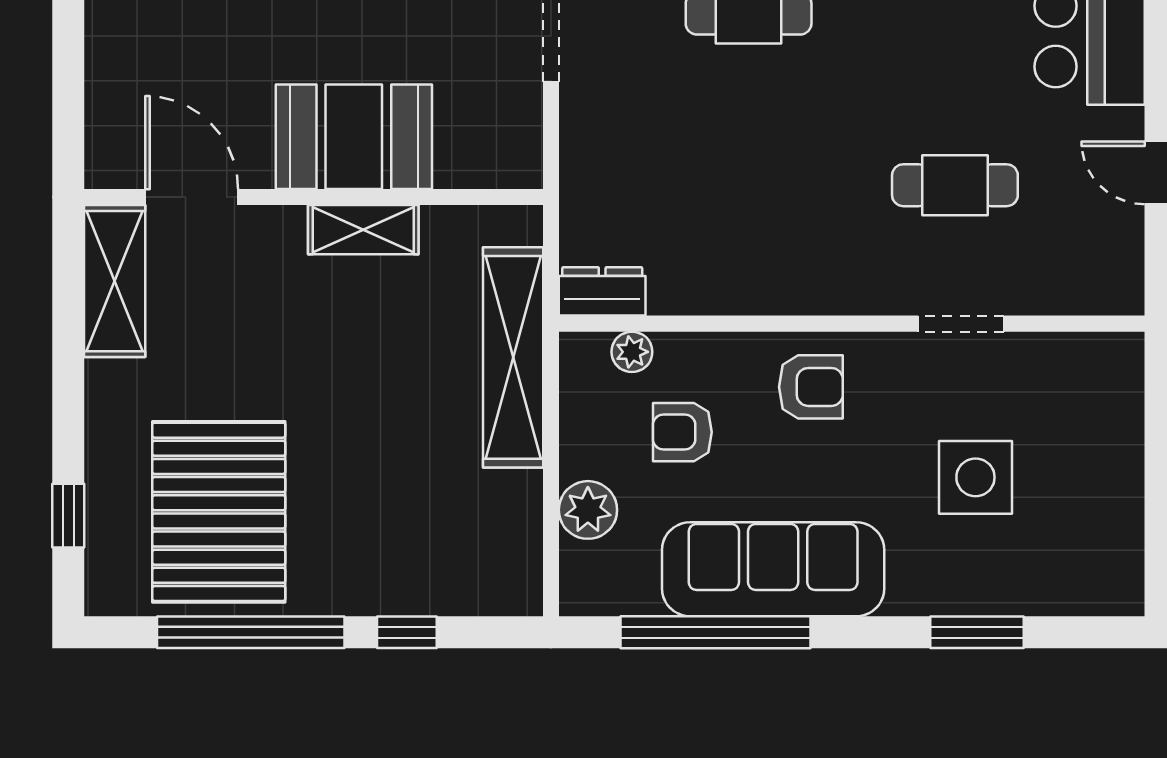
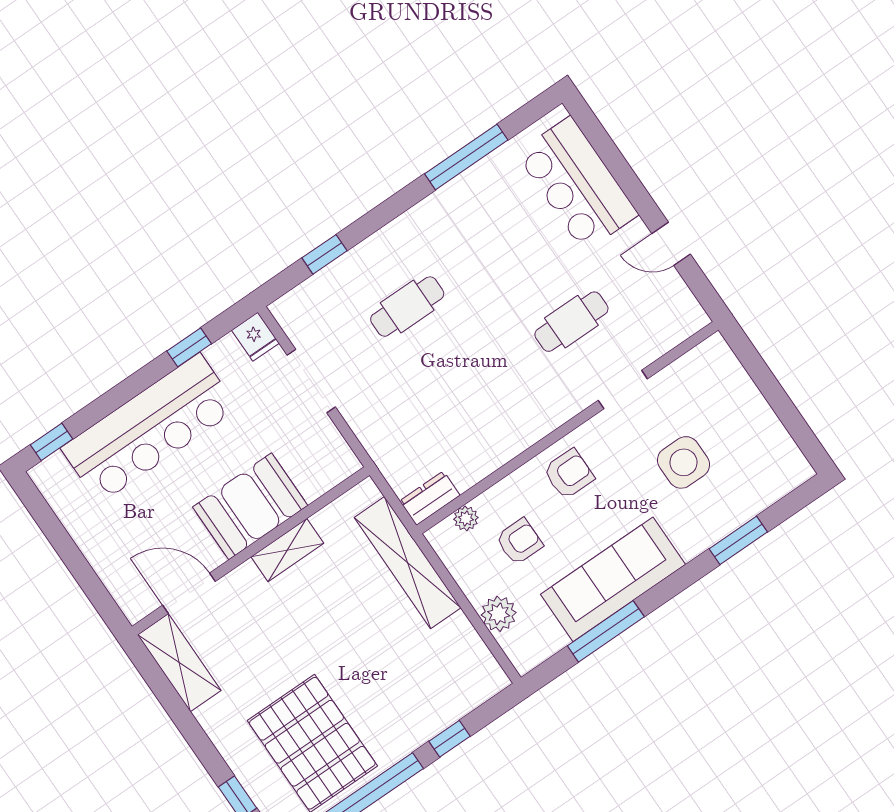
armchair: (682, 432) -> (519, 541), turned 180
window: (715, 632) -> (606, 631), width x0.68

